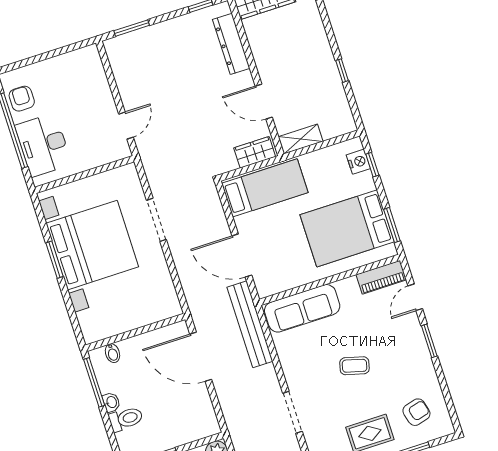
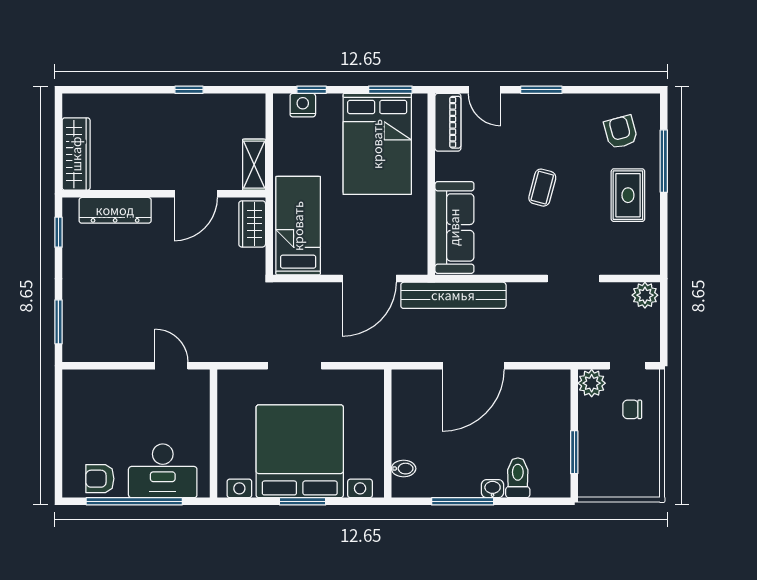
wall: (135, 332) -> (388, 434), moved
bidet: (112, 353) -> (404, 469), moved

